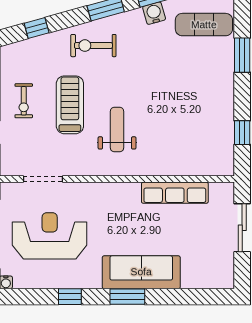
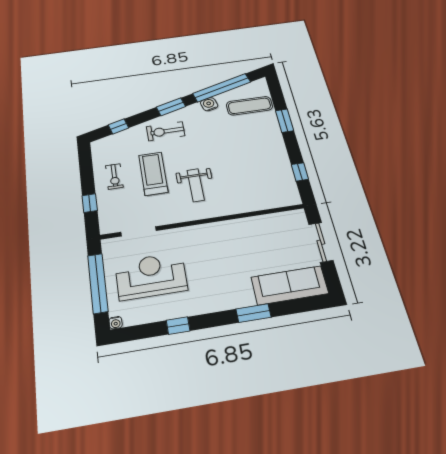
weight bench: (117, 130) -> (196, 185), turned 180
row of seats: (175, 193) -> (255, 224), removed
sofa: (141, 272) -> (290, 285), moved
window: (127, 297) -> (254, 313), moved

